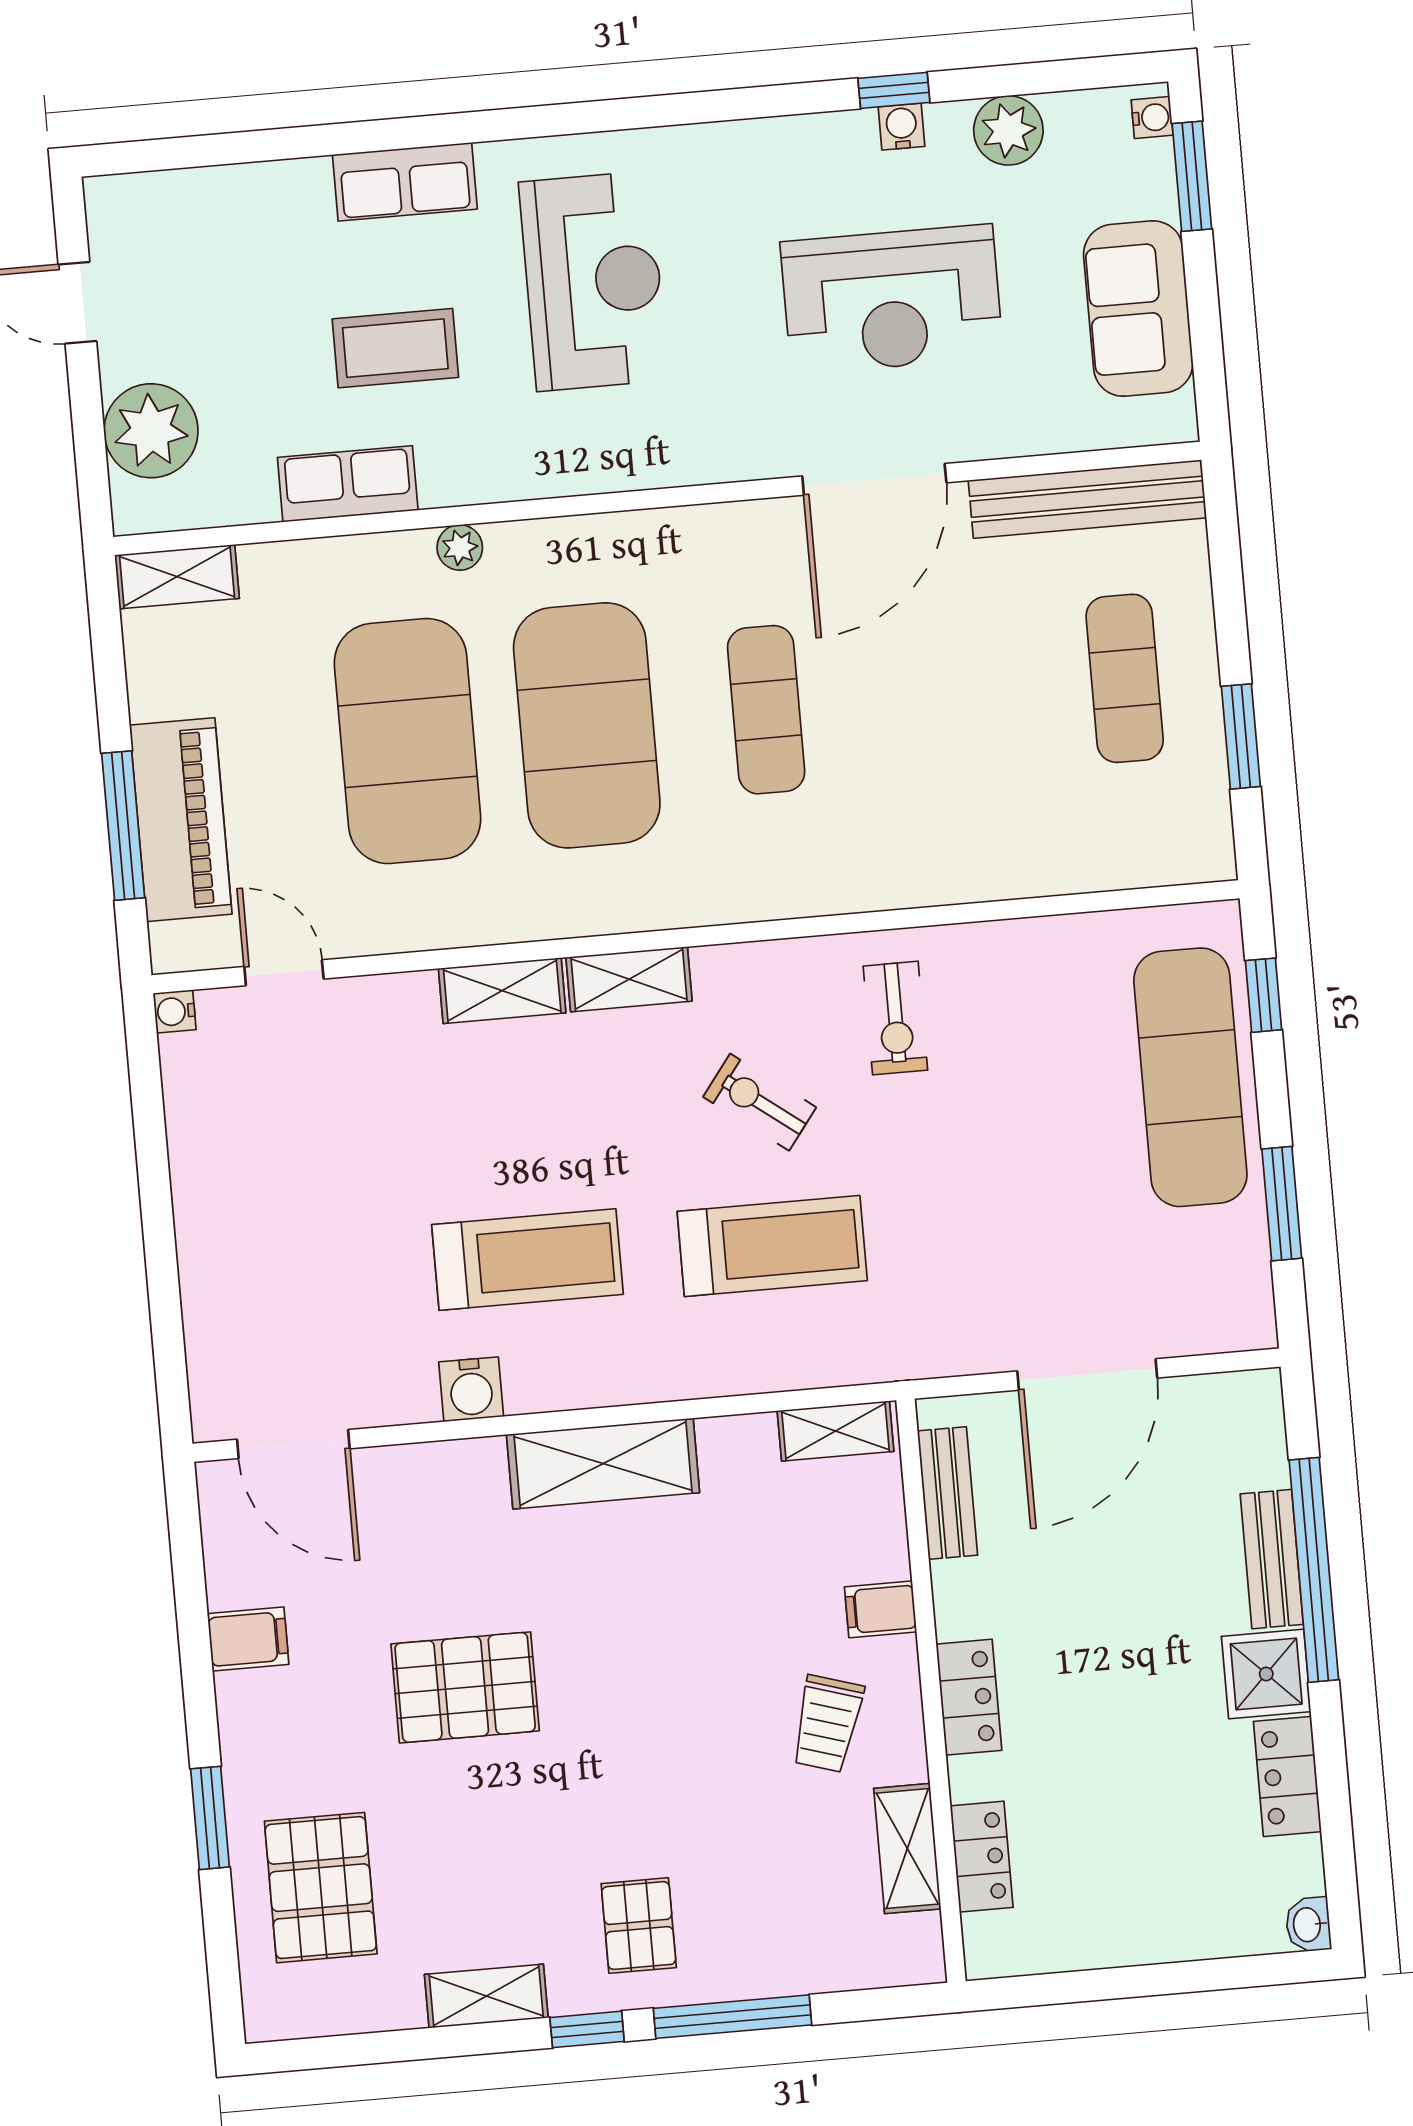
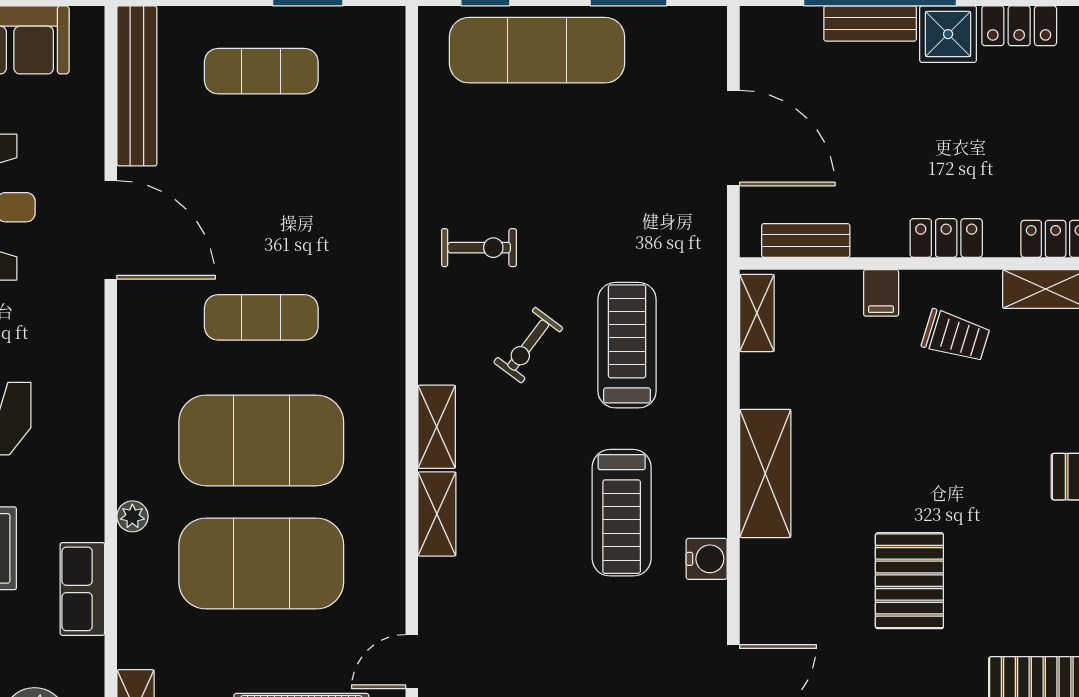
treadmill: (527, 1259) -> (622, 513), turned 180

